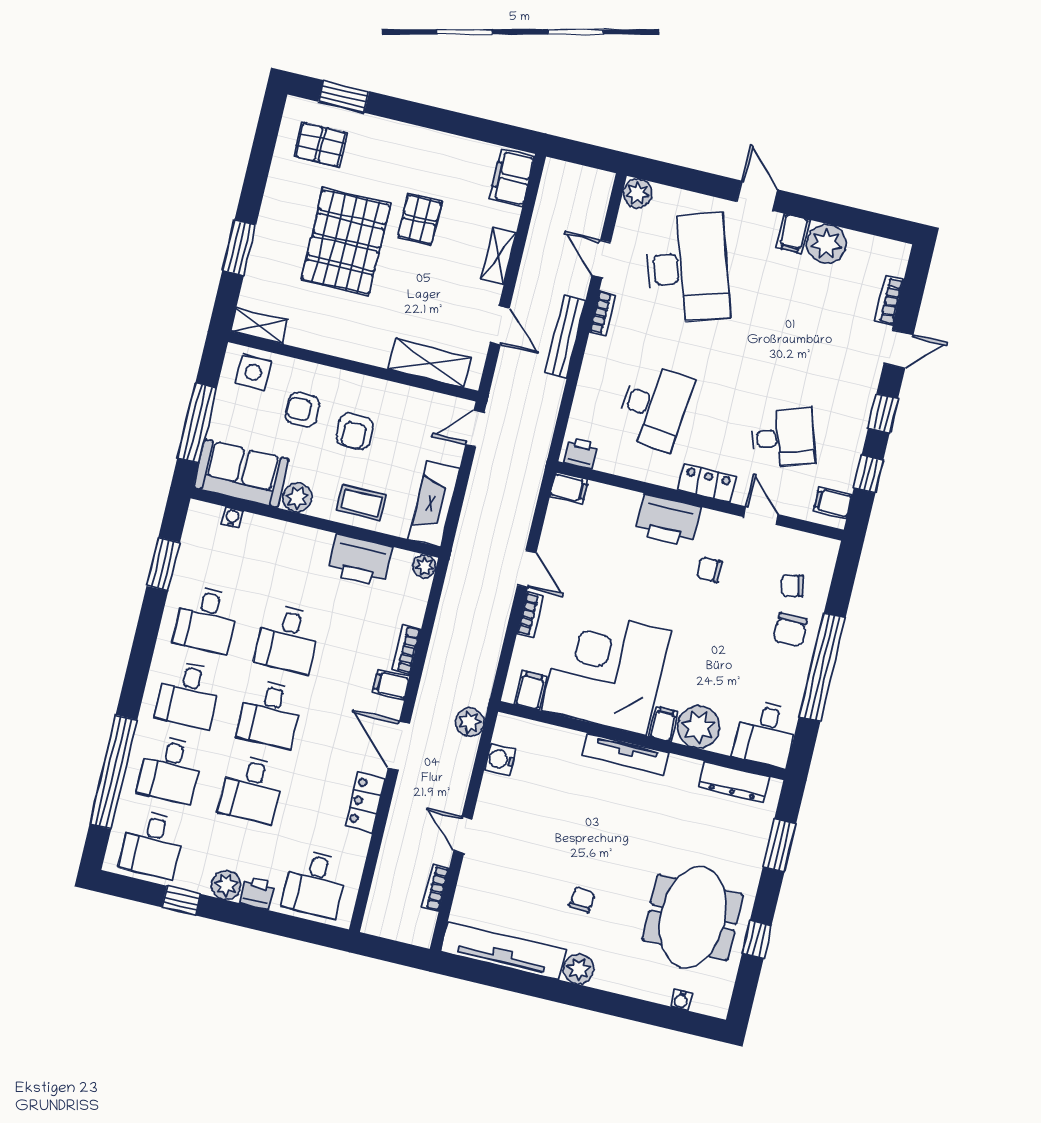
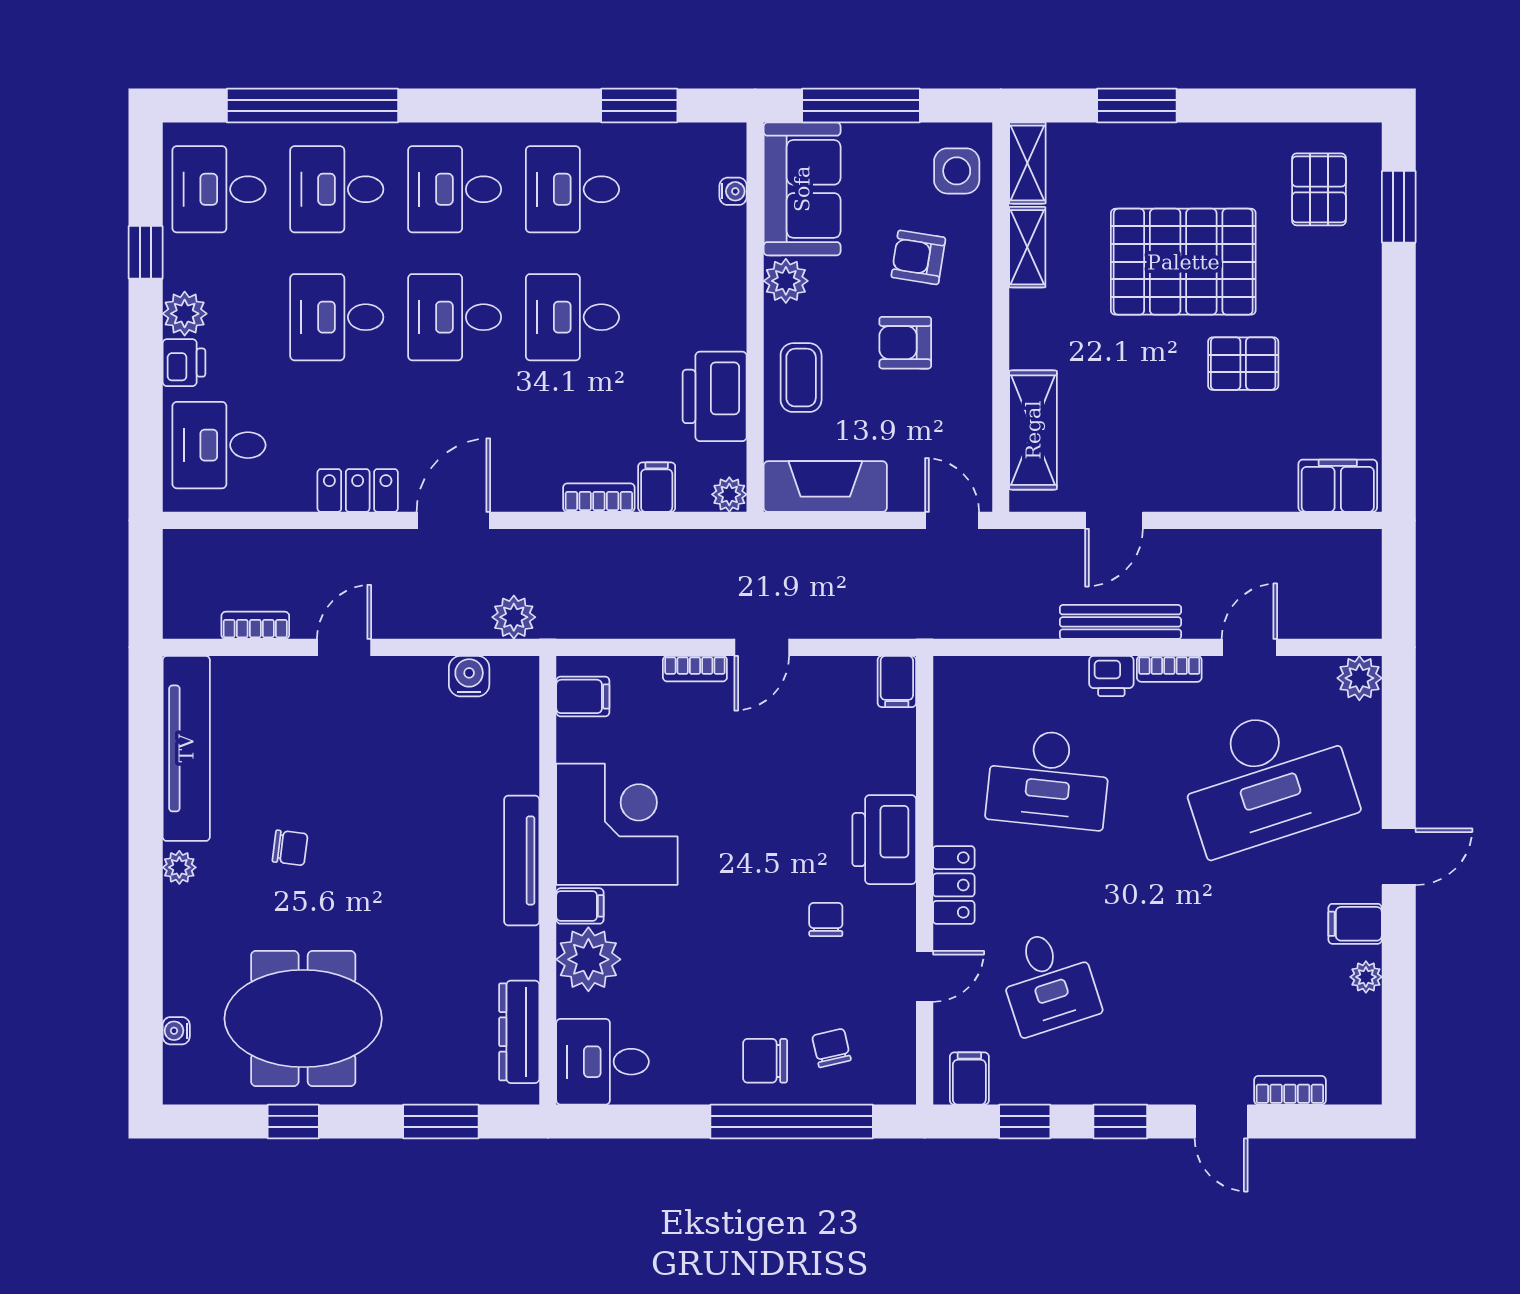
plant: (827, 244) -> (1366, 977), width x0.53, depth x0.53
shelving: (499, 256) -> (1027, 247), moved, turned 90
armchair: (303, 410) -> (918, 257), turned -81
printer: (581, 453) -> (1111, 676), moved, turned 90
window: (822, 667) -> (792, 1122), moved
corner desk: (606, 671) -> (617, 824), width x0.74, depth x0.74
filing cabinet: (391, 685) -> (657, 487), moved
plant: (579, 969) -> (179, 867), width x0.73, depth x0.73

